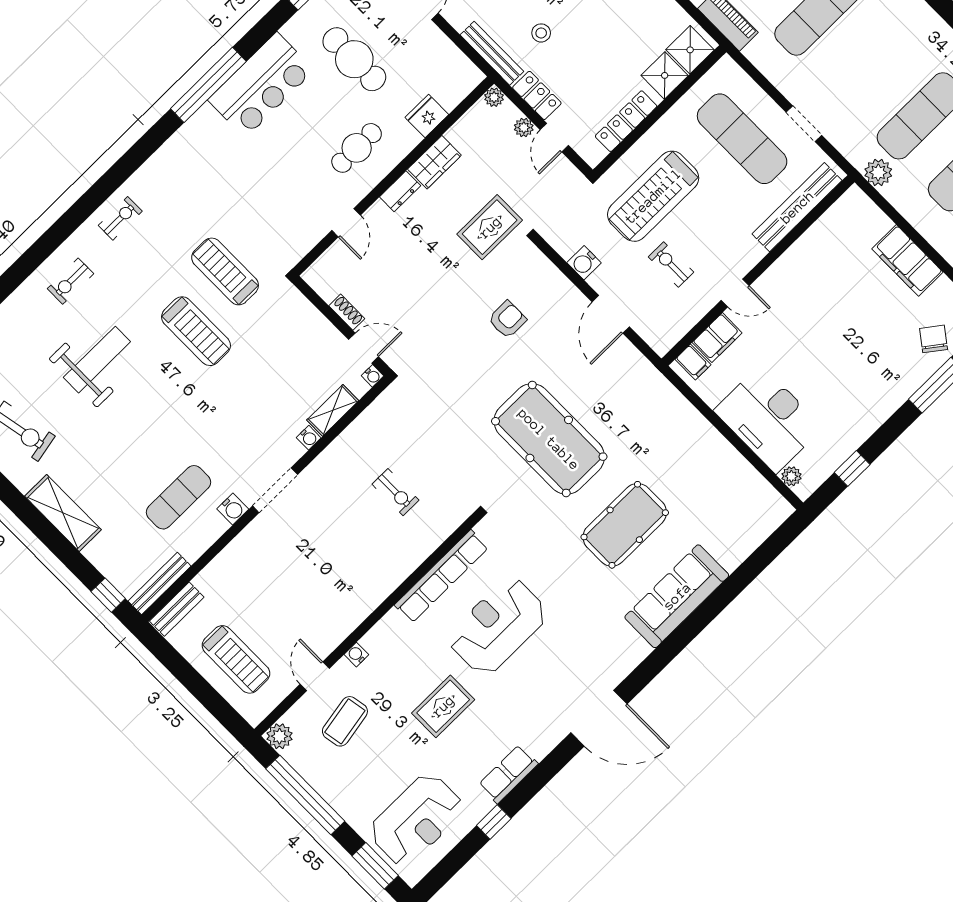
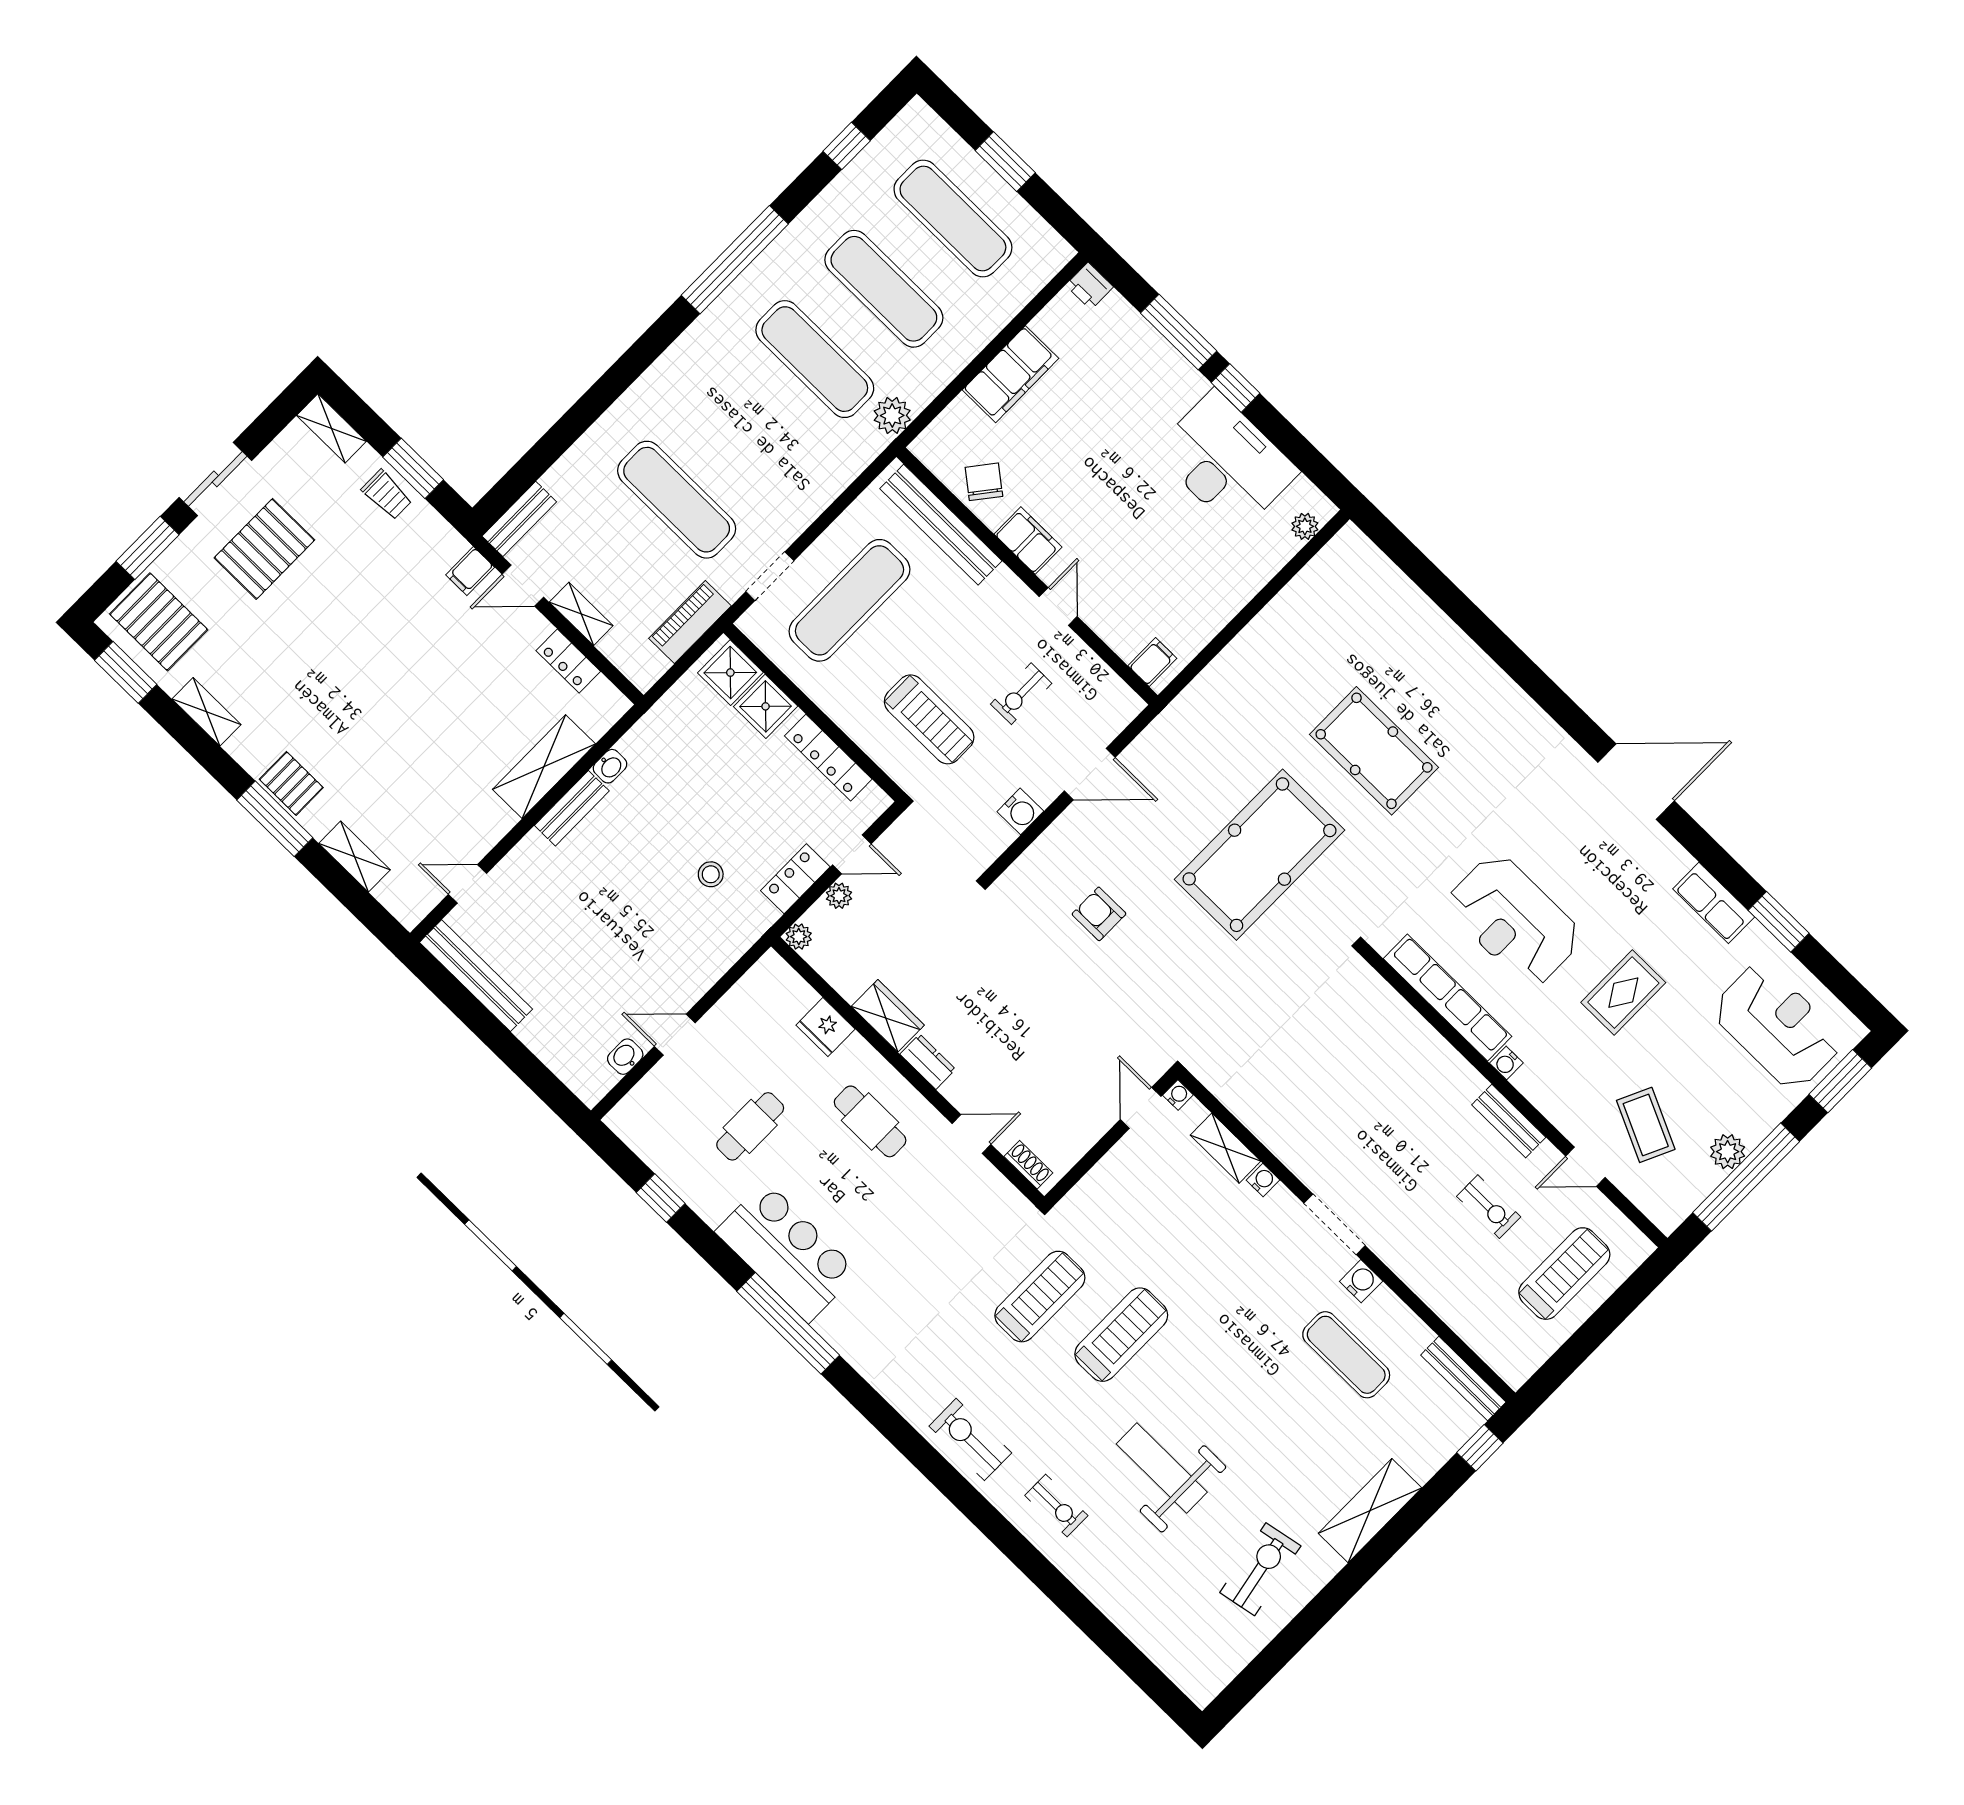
bench: (492, 53) -> (739, 940), removed
cafe table: (354, 59) -> (750, 1126), width x0.73, depth x0.74
doorway: (804, 124) -> (770, 576), moved
treadmill: (653, 196) -> (929, 719), width x0.73, depth x0.73
exercise bike: (120, 218) -> (970, 1439), width x1.38, depth x1.39
rug: (490, 227) -> (974, 940), removed
treadmill: (225, 271) -> (1040, 1297), turned 180
shoe rack: (347, 312) -> (1028, 1165), moved, turned 90
filing cabinet: (717, 338) -> (1028, 541), moved
chair: (934, 339) -> (984, 482), moved, turned 91
desk: (768, 419) -> (1226, 461), moved, turned -90
window: (852, 468) -> (1235, 388), moved
exercise bike: (395, 492) -> (1489, 1207), moved, turned 90
sofa: (677, 596) -> (1470, 679), removed
bench: (177, 609) -> (1509, 1121), moved
water cooler: (356, 655) -> (1506, 1063), moved
rug: (443, 706) -> (1623, 993), turned 90
door: (599, 718) -> (1636, 782), hinge flipped
coffee table: (345, 721) -> (1646, 1125), turned 35
plant: (280, 736) -> (1728, 1152), moved
window: (494, 822) -> (1779, 922), width x1.50

